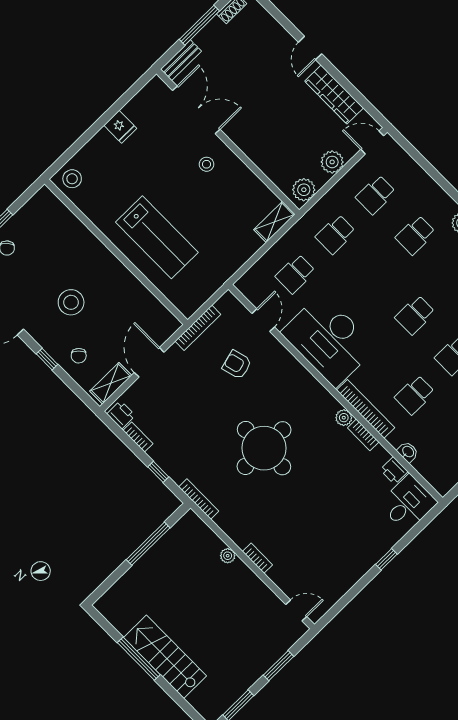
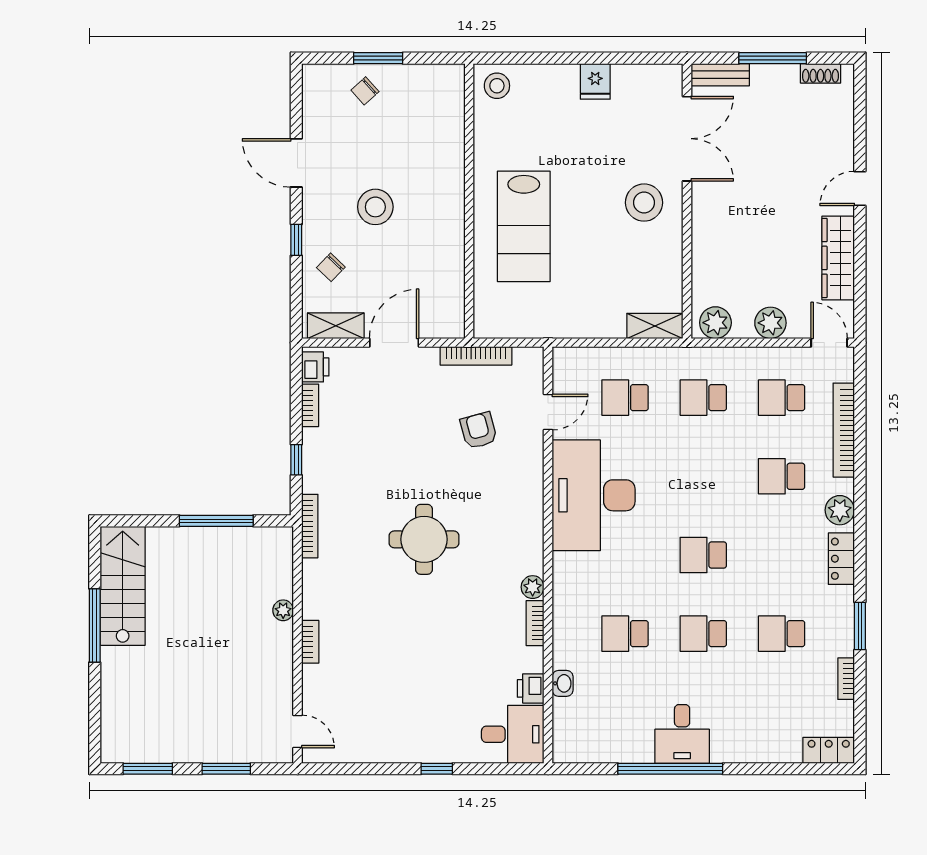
stool: (207, 164) -> (644, 203), width x1.89, depth x1.89
bookcase: (366, 409) -> (844, 430), moved, turned 180
round table: (264, 448) -> (424, 539), width x0.73, depth x0.73
stairs: (165, 657) -> (123, 586), moved

